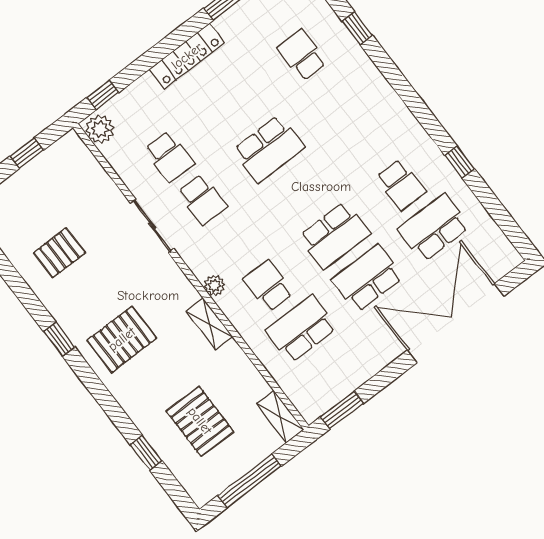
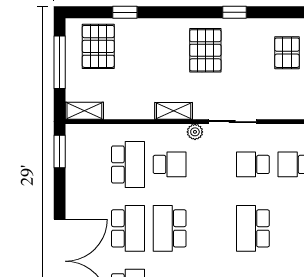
sliding door: (152, 226) -> (232, 122), moved
pallet: (200, 421) -> (98, 46), moved, turned 90

